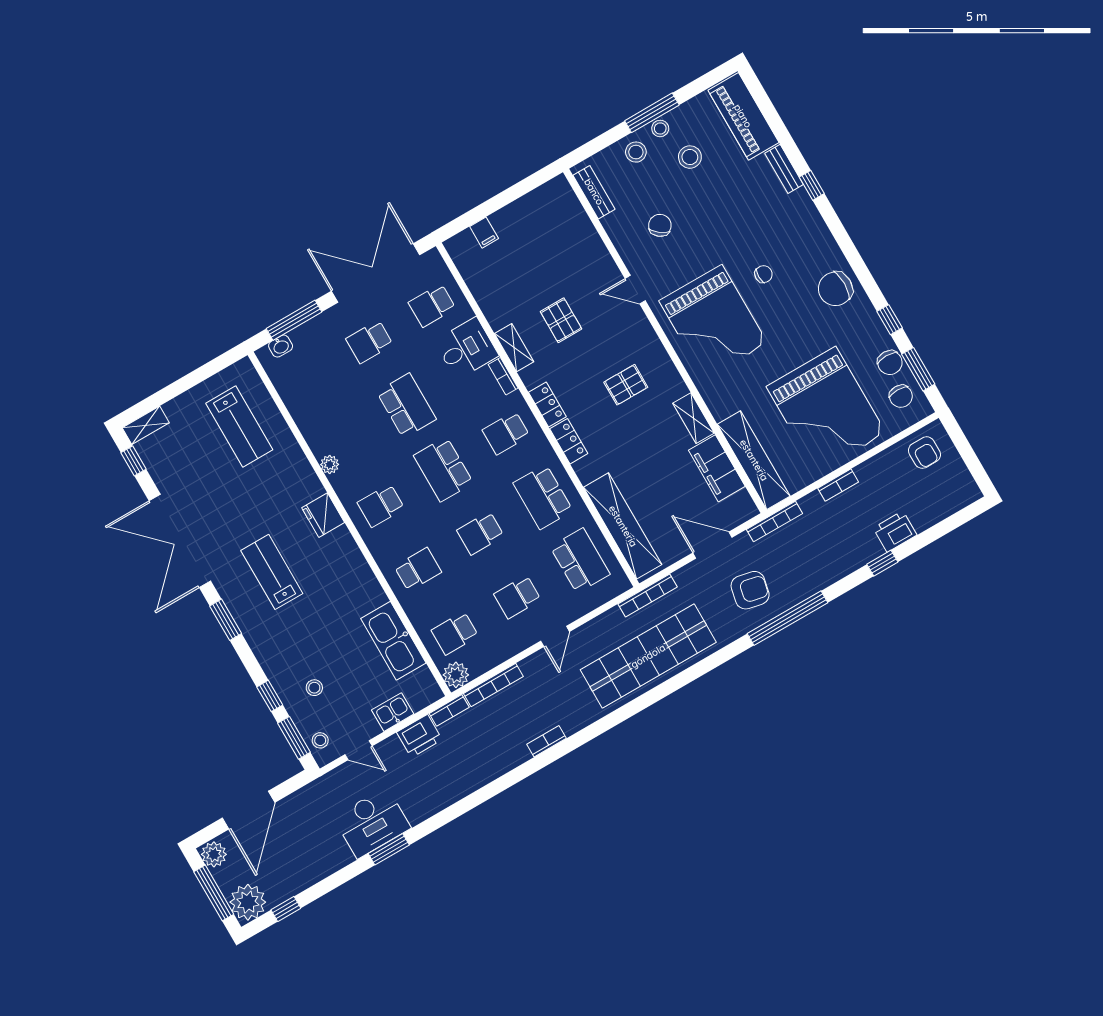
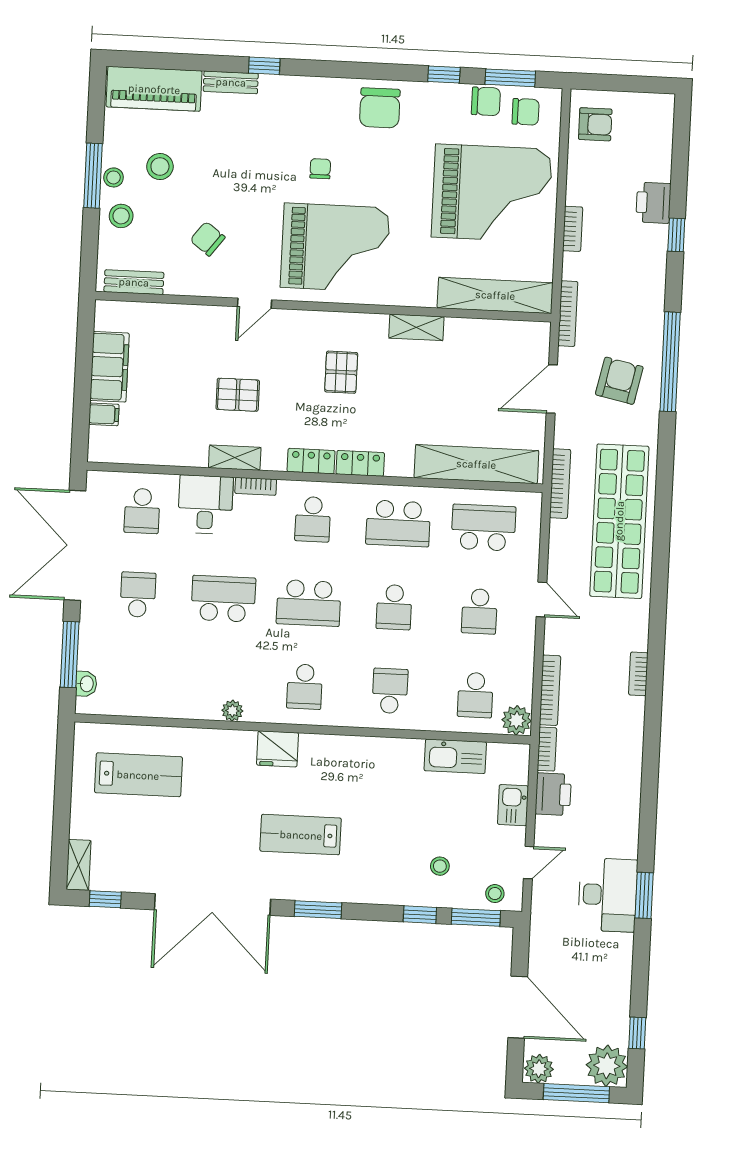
school desk: (369, 342) -> (138, 595), turned 180
filing cabinet: (717, 468) -> (110, 367), moved, turned -90
kitchen sink: (393, 641) -> (455, 756), width x0.73, depth x0.81

